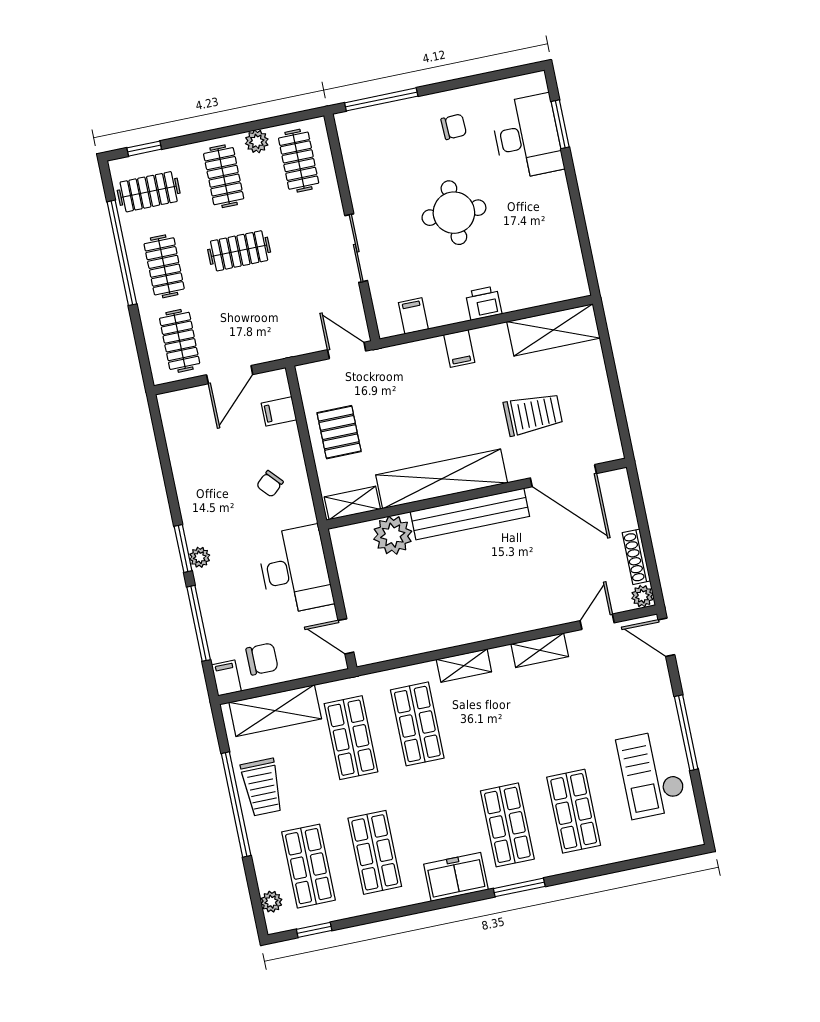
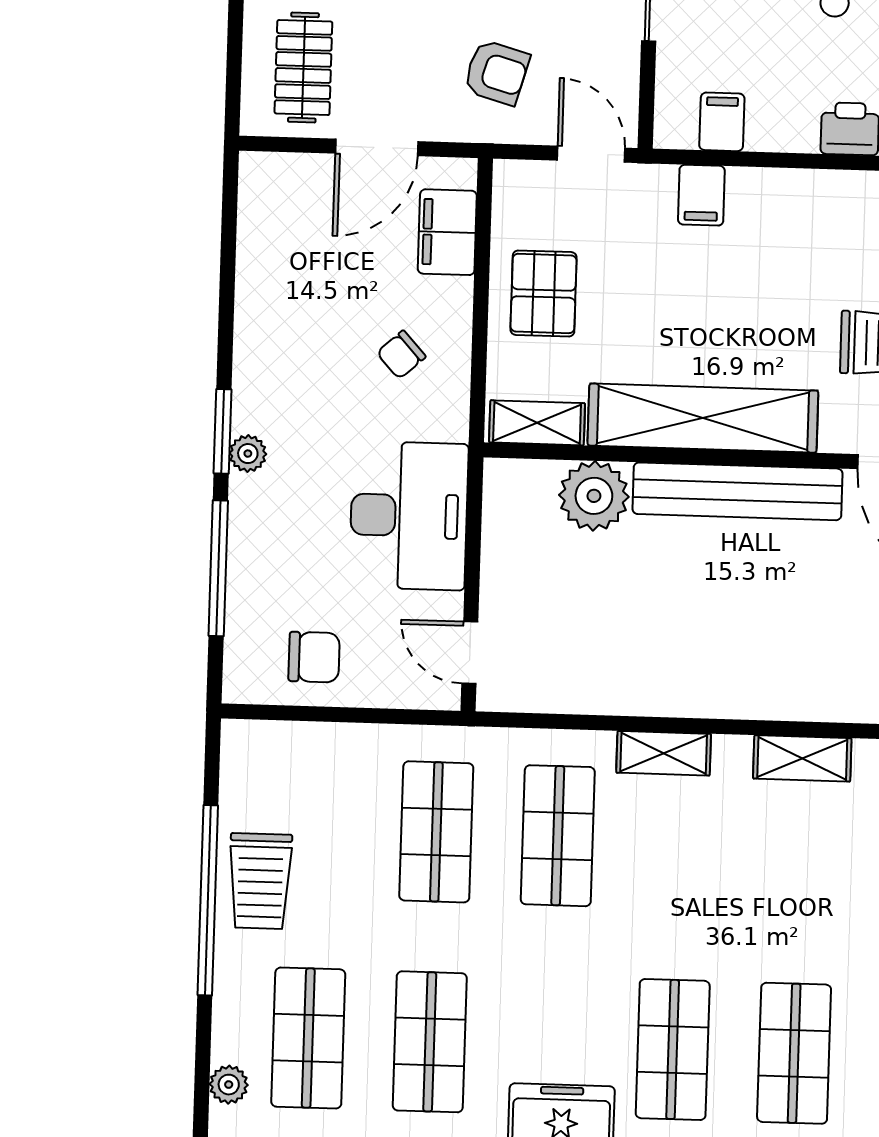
armchair: (285, 318) -> (497, 72), added
filing cabinet: (459, 348) -> (701, 195), moved
filing cabinet: (279, 411) -> (447, 232), width x2.00
filing cabinet: (226, 678) -> (244, 675), removed
shelving: (275, 711) -> (315, 753), removed

